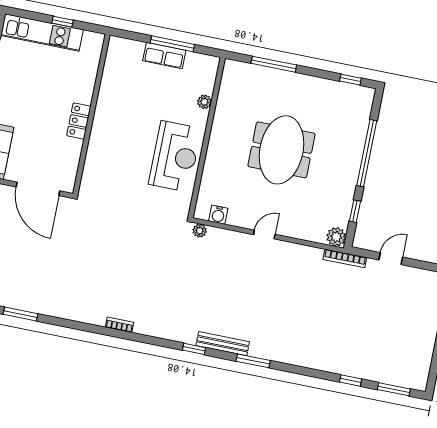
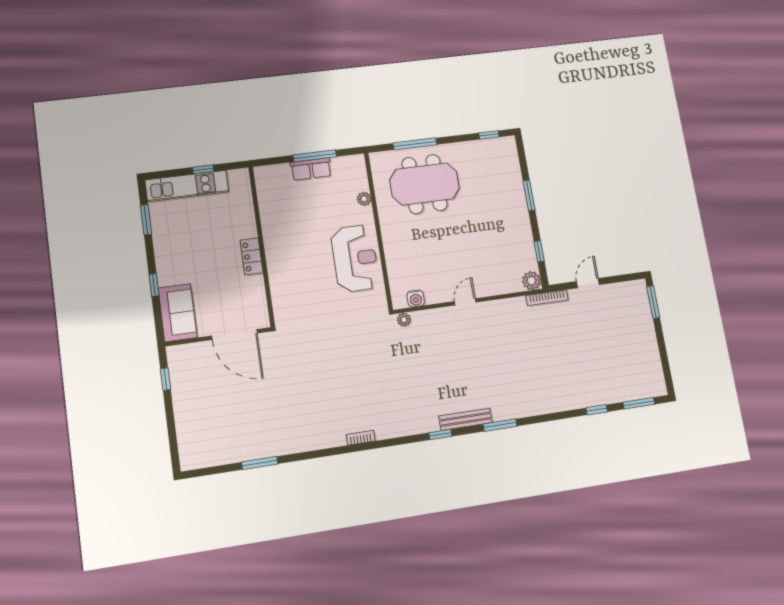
meeting table: (282, 150) -> (425, 184), moved, turned 90
window: (367, 153) -> (529, 195), width x0.47

